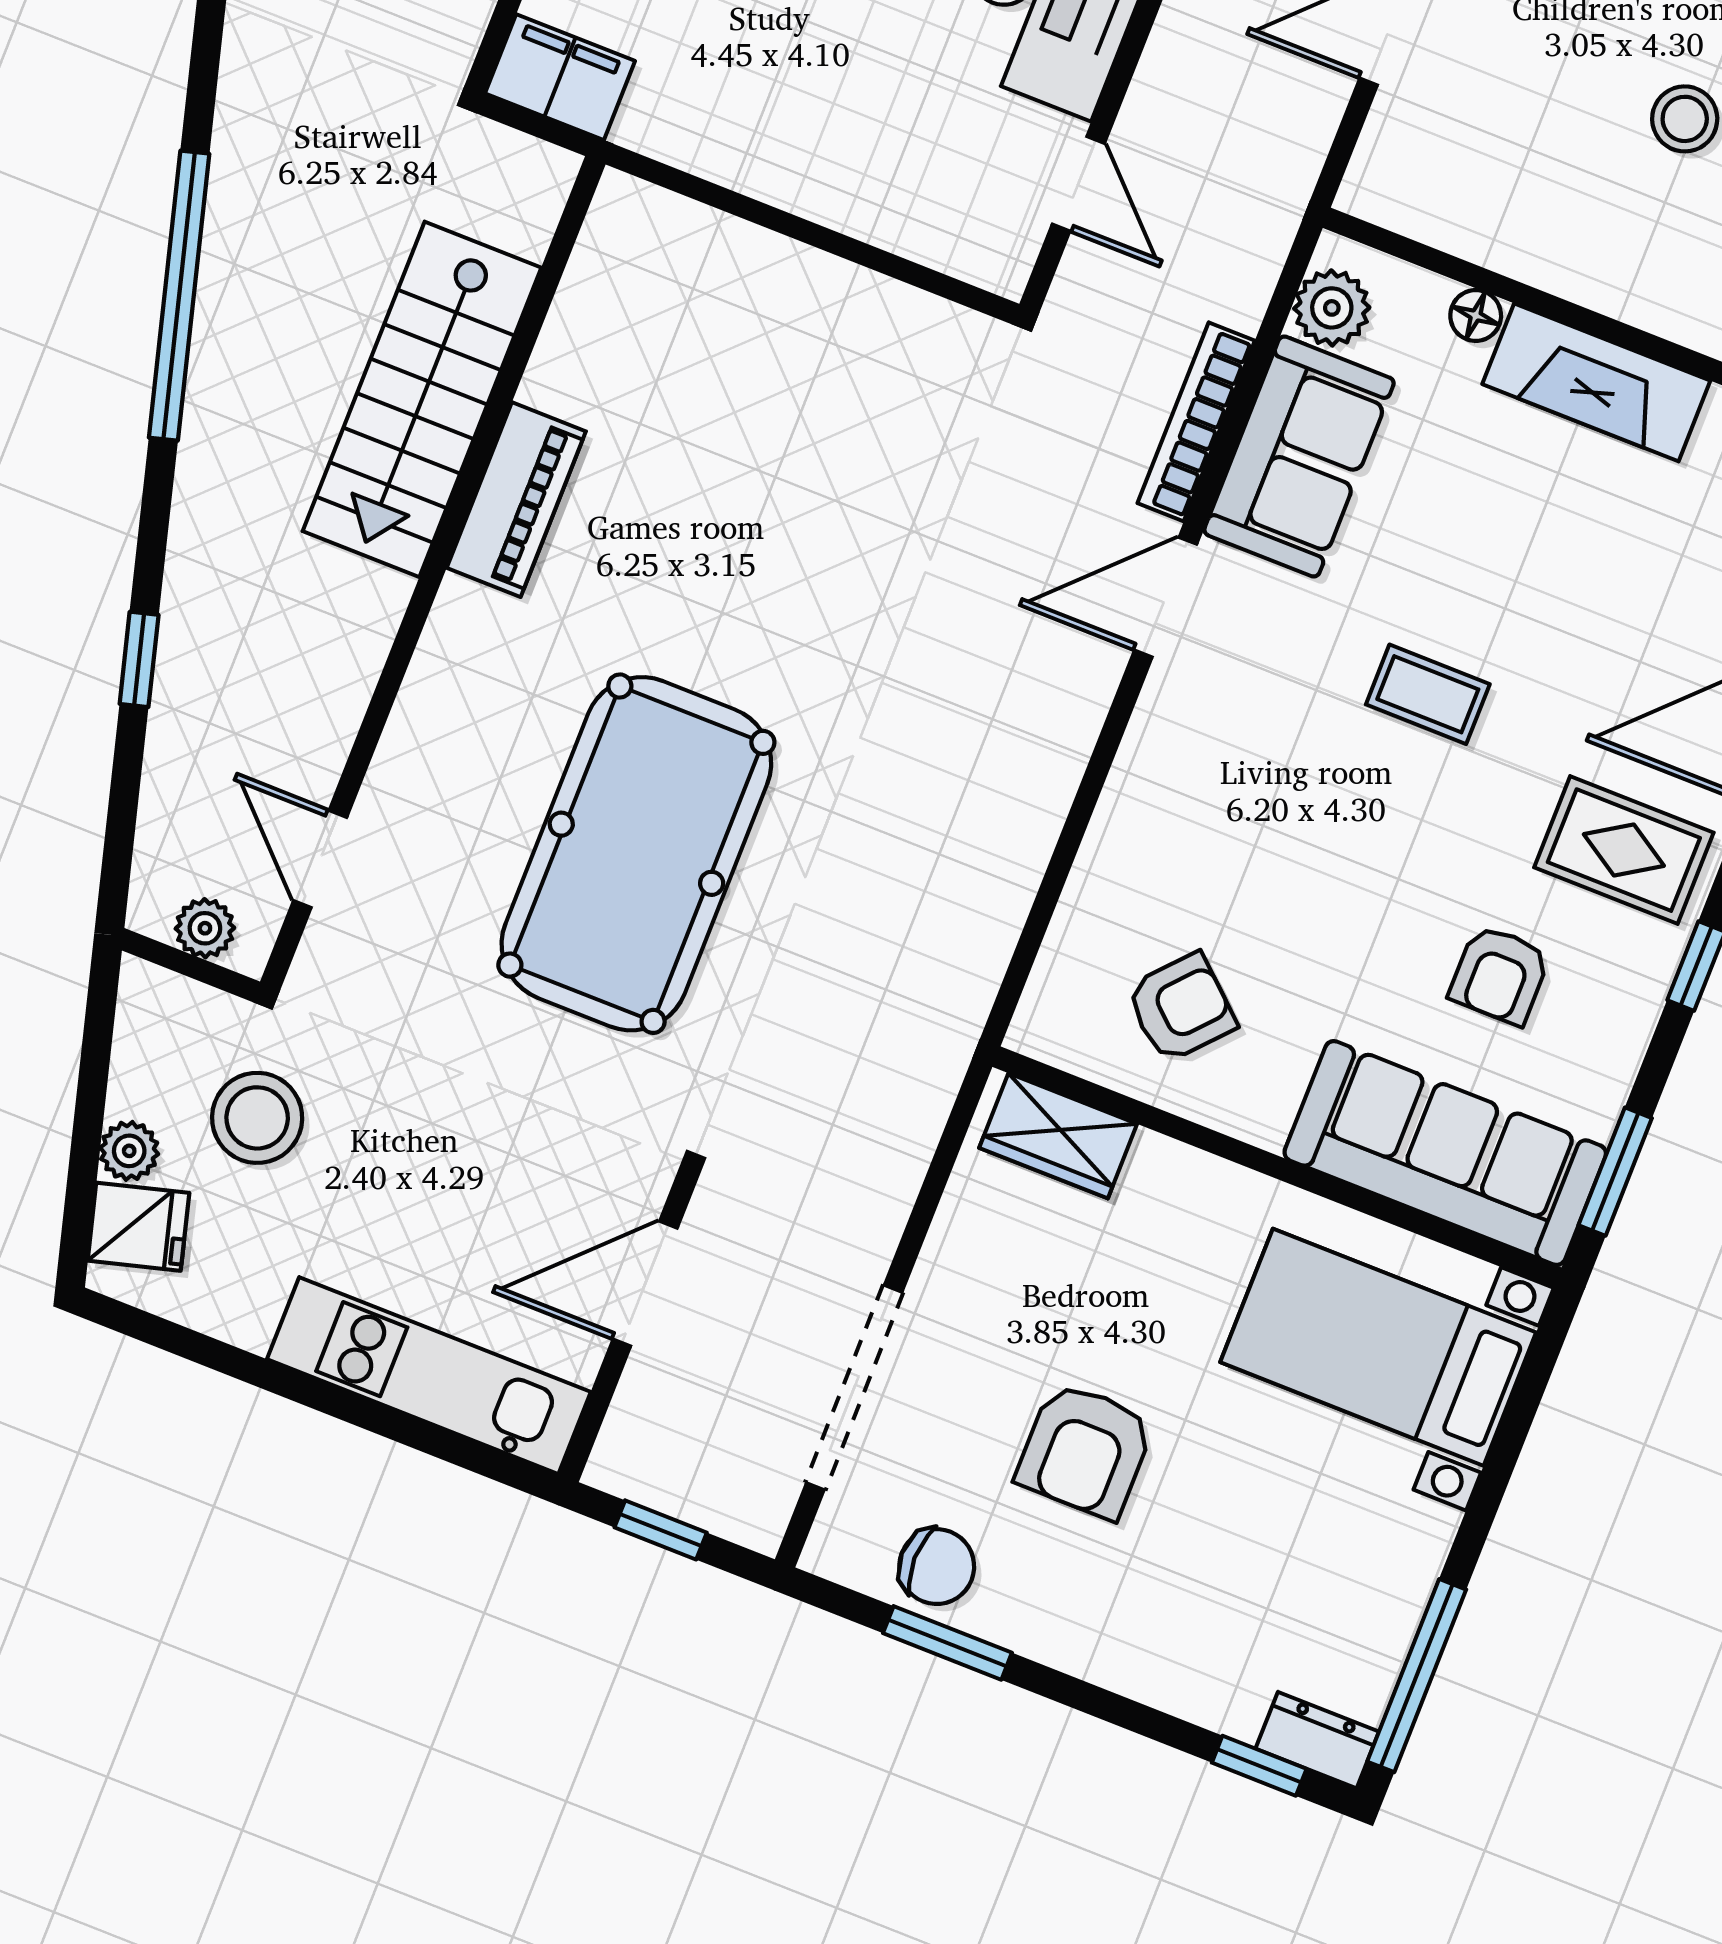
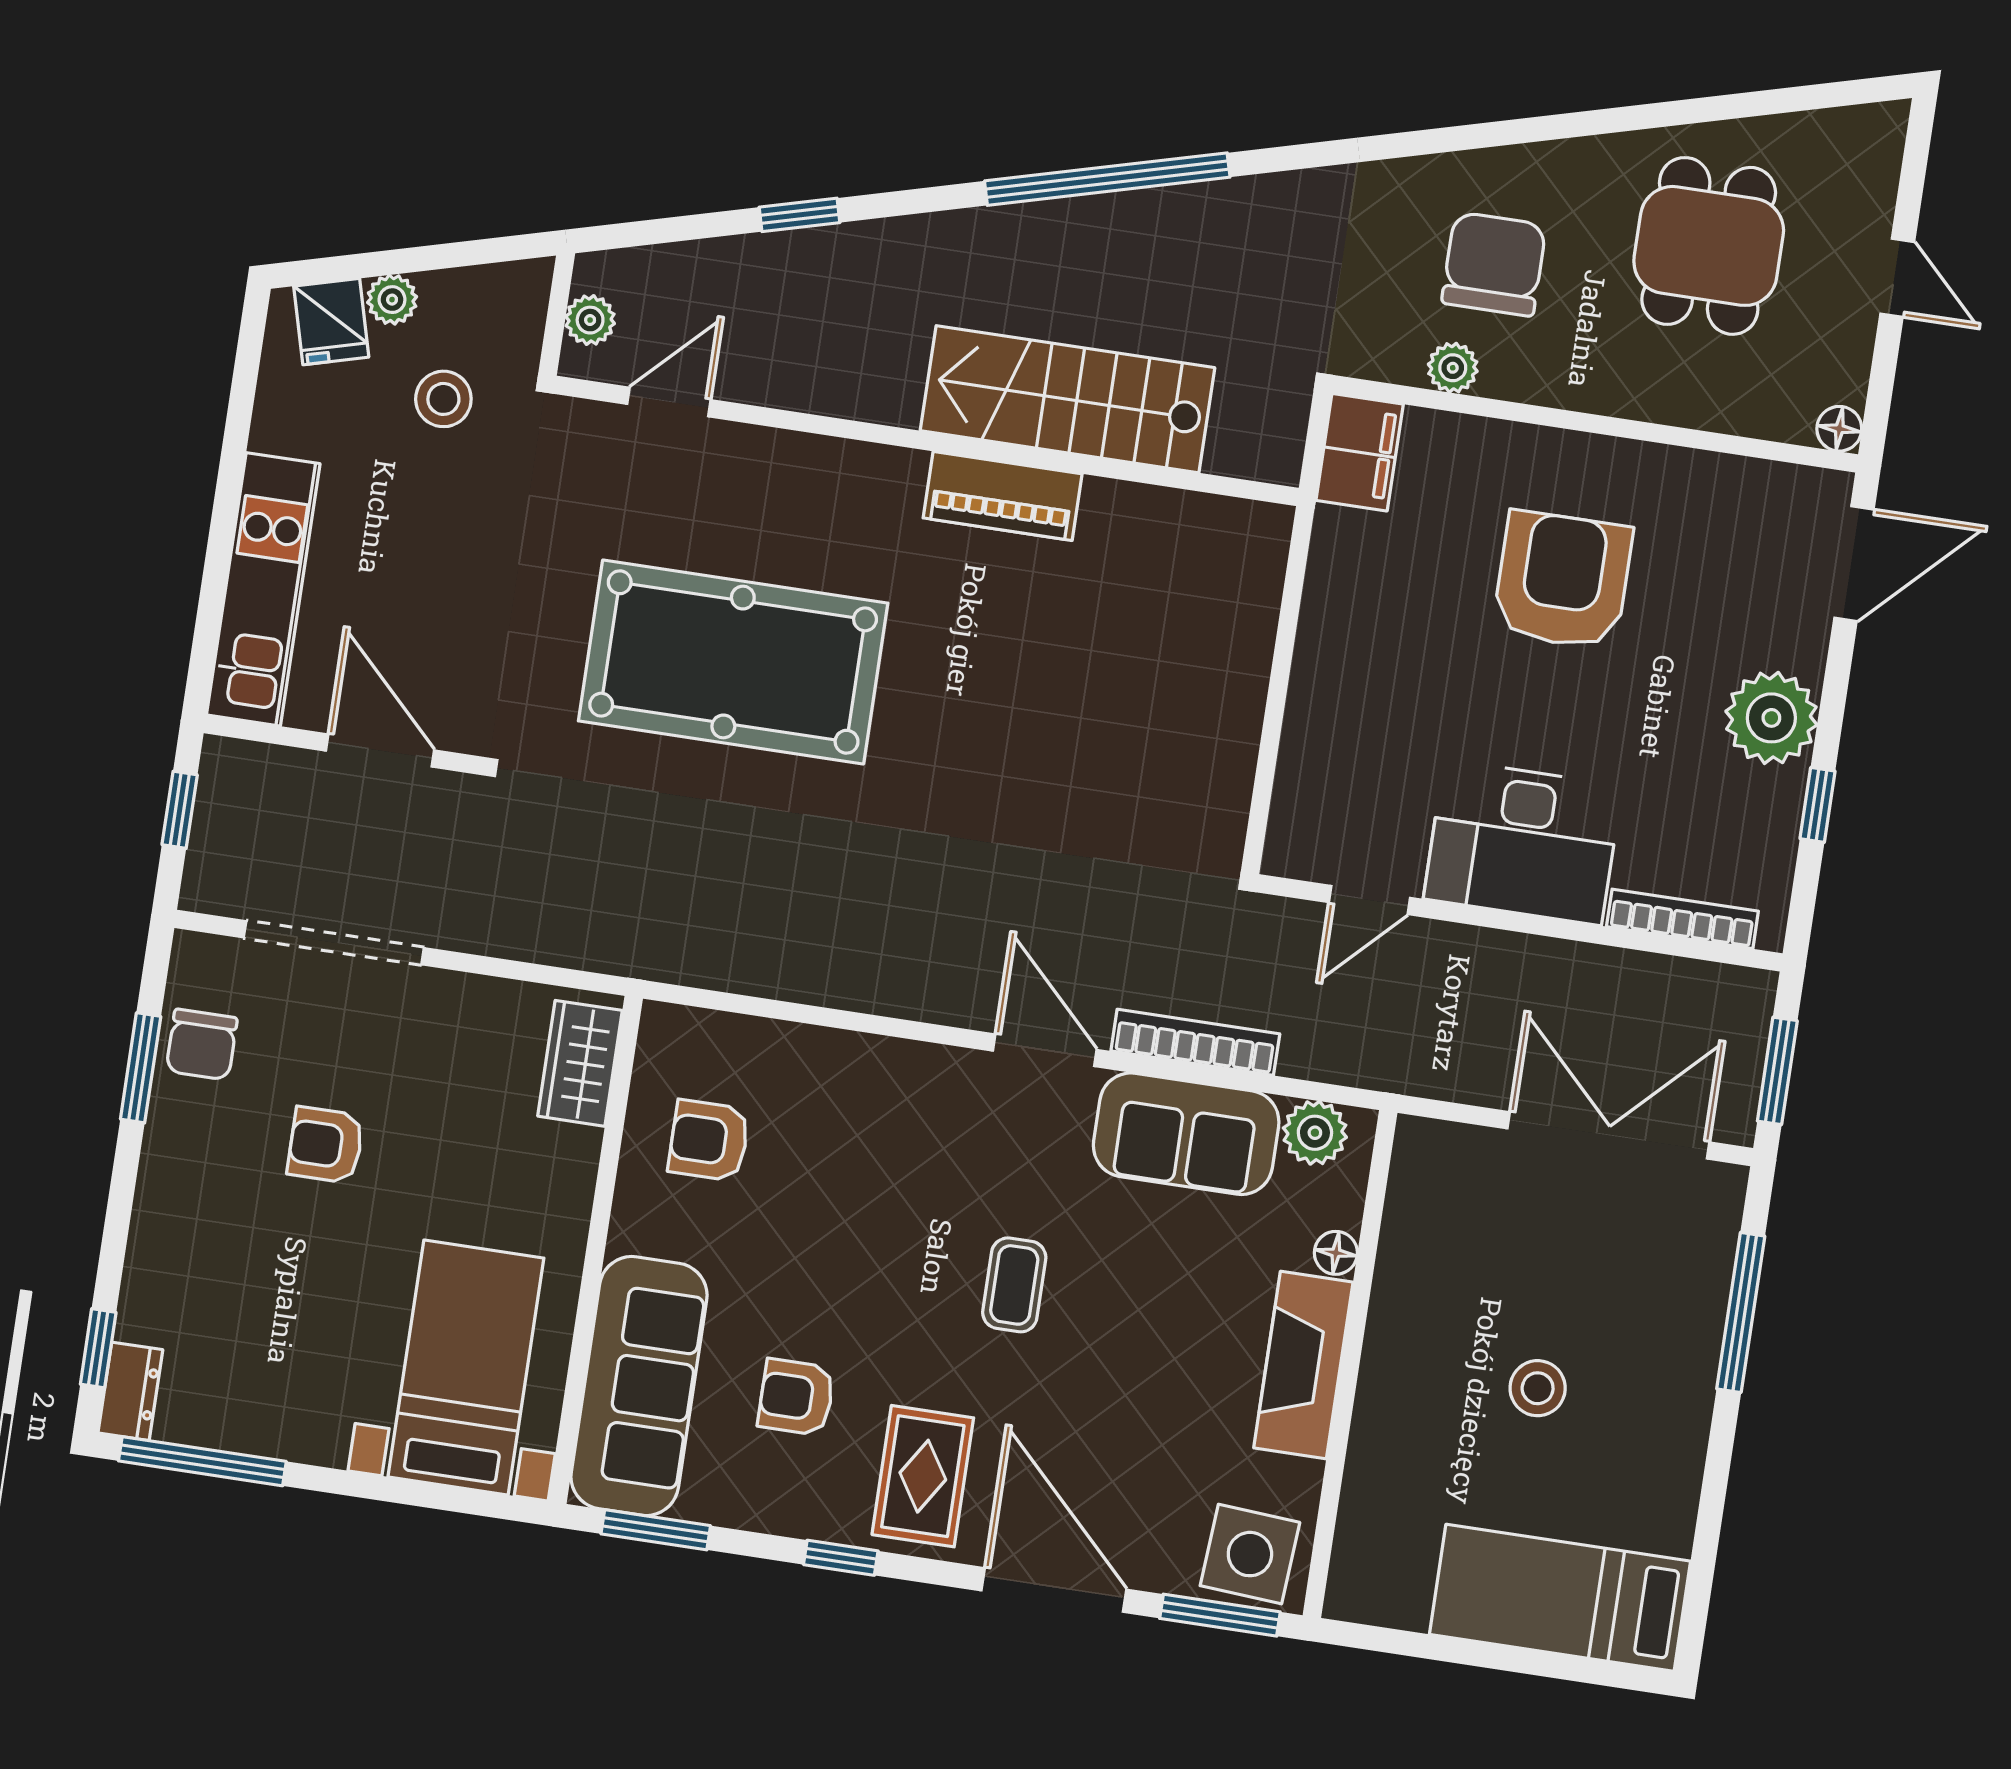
armchair: (1181, 1008) -> (709, 1140), turned 138
stool: (257, 1118) -> (443, 399), width x0.73, depth x0.73
armchair: (1085, 1450) -> (326, 1145), width x0.72, depth x0.72

